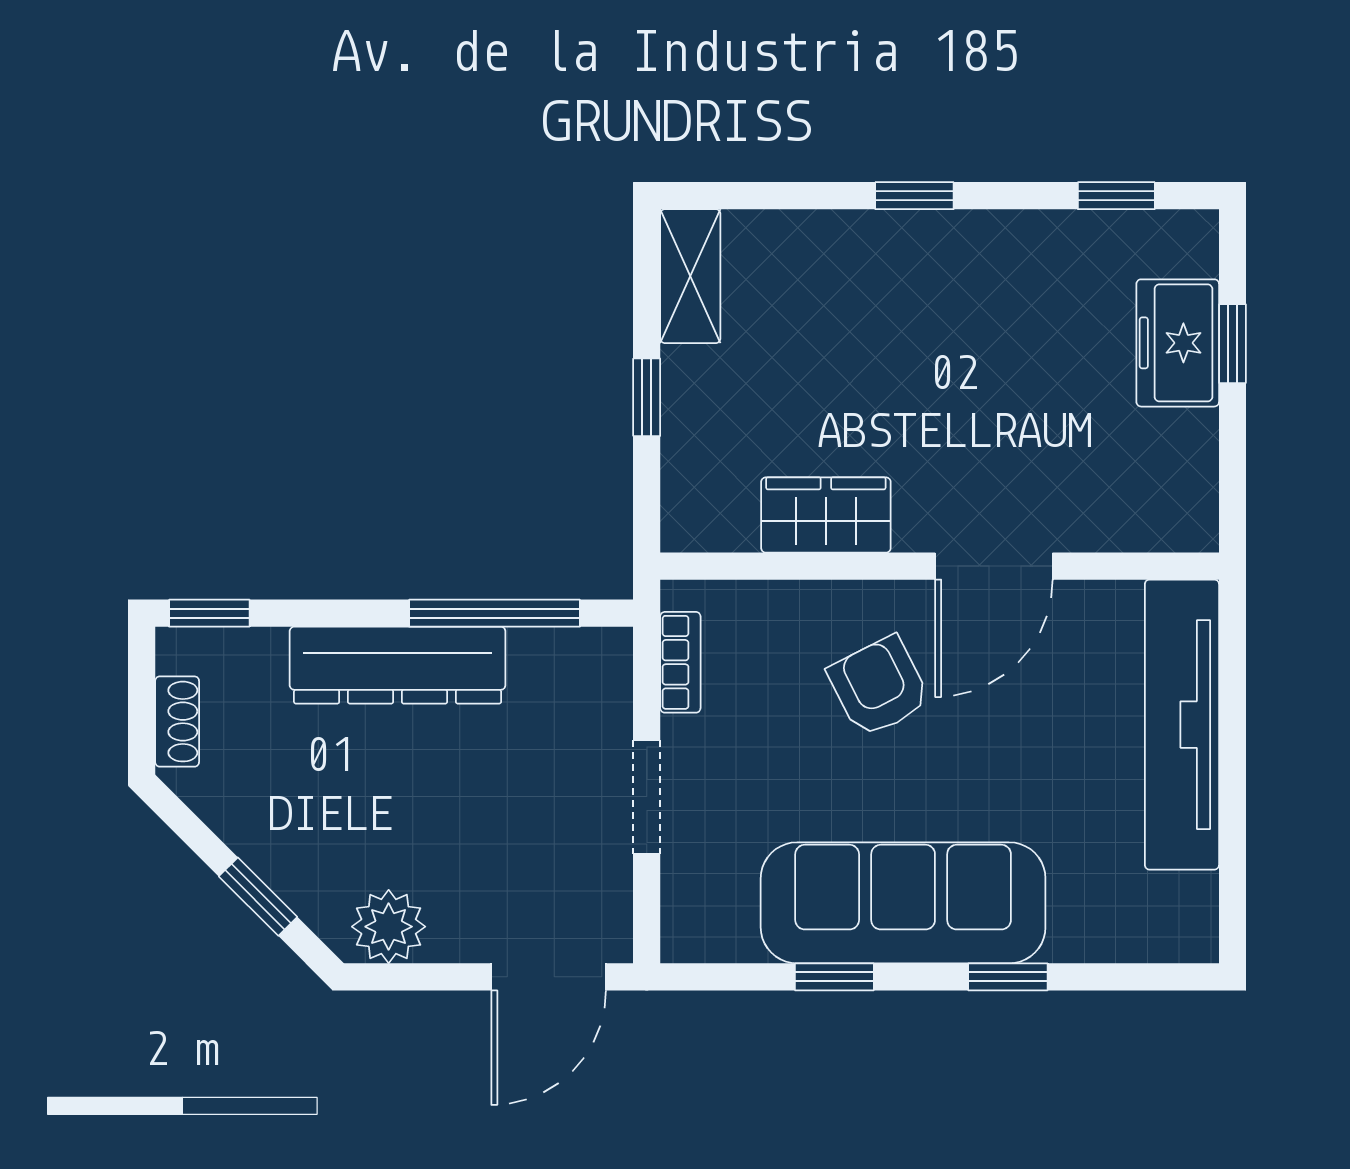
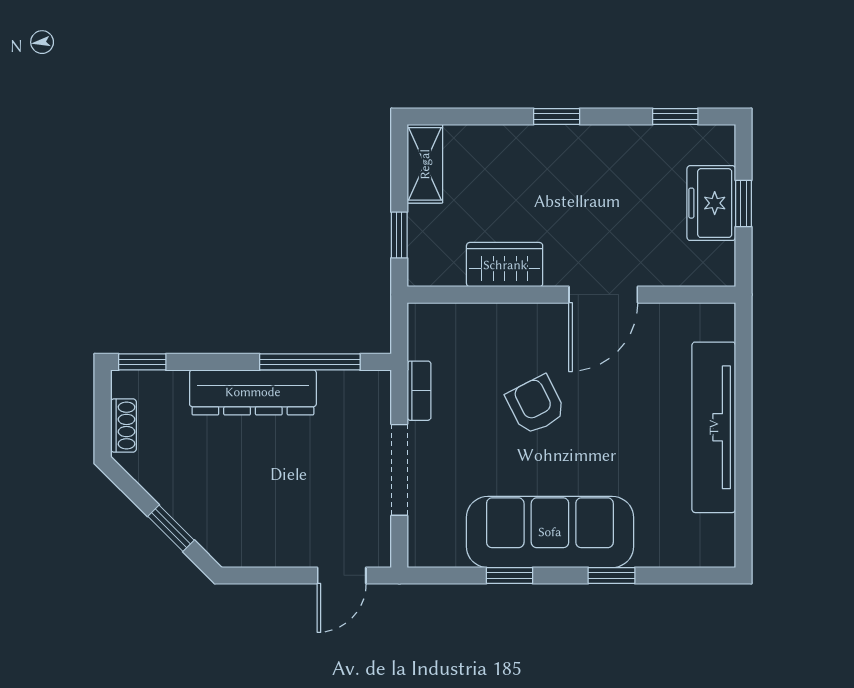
wardrobe: (826, 515) -> (505, 265), moved
wall: (940, 566) -> (571, 295), moved
door: (994, 566) -> (603, 295), moved
doorway: (647, 797) -> (399, 470), width x1.38
plant: (389, 927) -> (248, 546), removed
door: (549, 977) -> (342, 575), width x0.73

